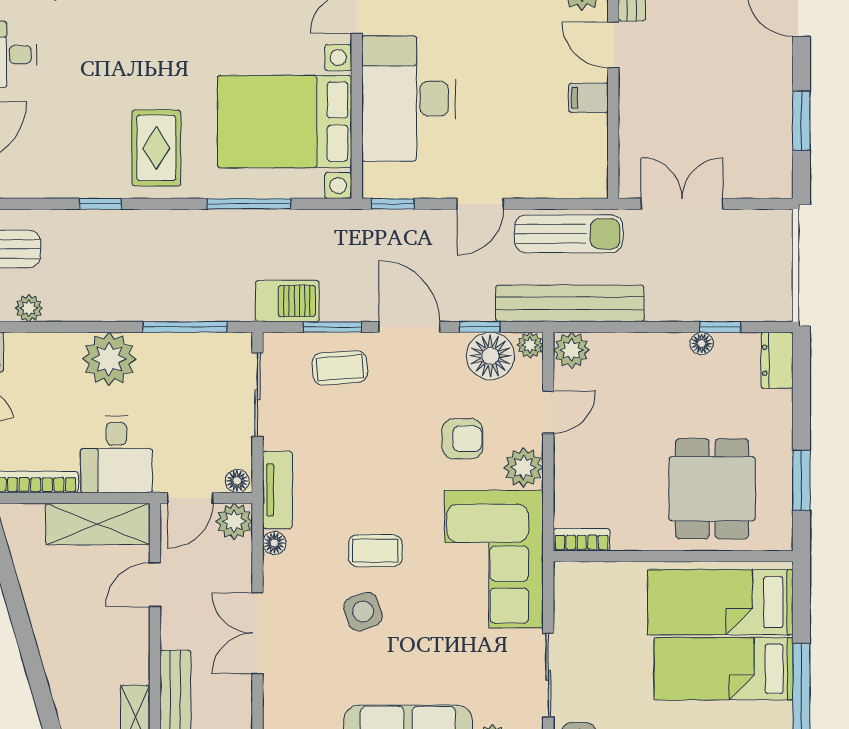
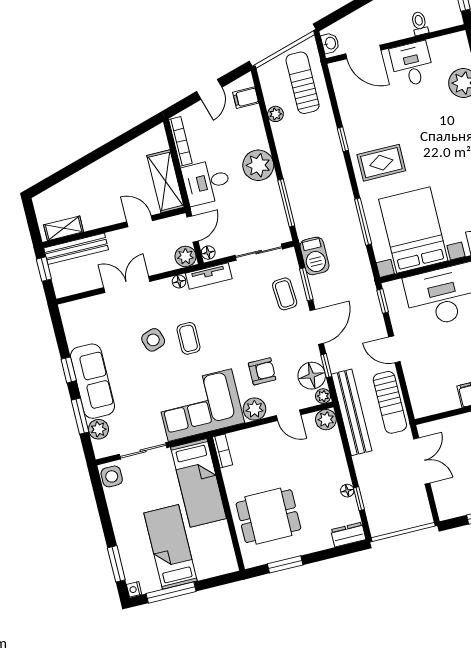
armchair: (462, 439) -> (262, 371), turned -90
door: (190, 498) -> (192, 229), swing flipped
bed: (720, 602) -> (199, 483), moved, turned 180

